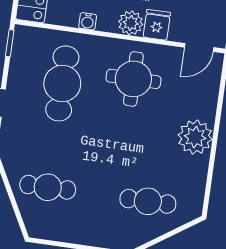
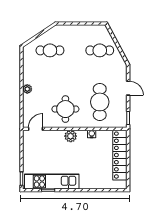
fridge: (157, 25) -> (58, 137), removed
plant: (195, 137) -> (27, 89), width x0.53, depth x0.53

